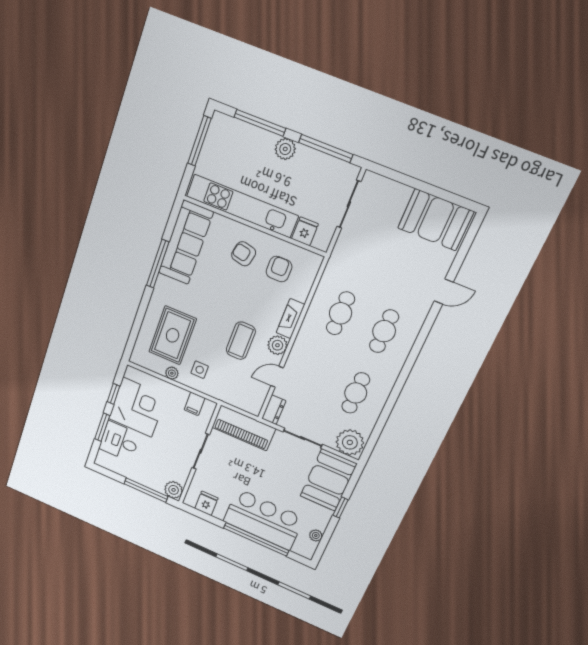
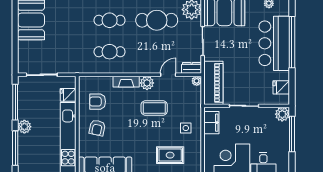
rug: (173, 335) -> (170, 155), width x0.73, depth x0.70
plant: (172, 373) -> (197, 81), moved
door: (277, 377) -> (168, 75), swing flipped
cafe table: (356, 393) -> (157, 20), width x1.37, depth x1.35
filing cabinet: (195, 404) -> (211, 123), width x2.00

